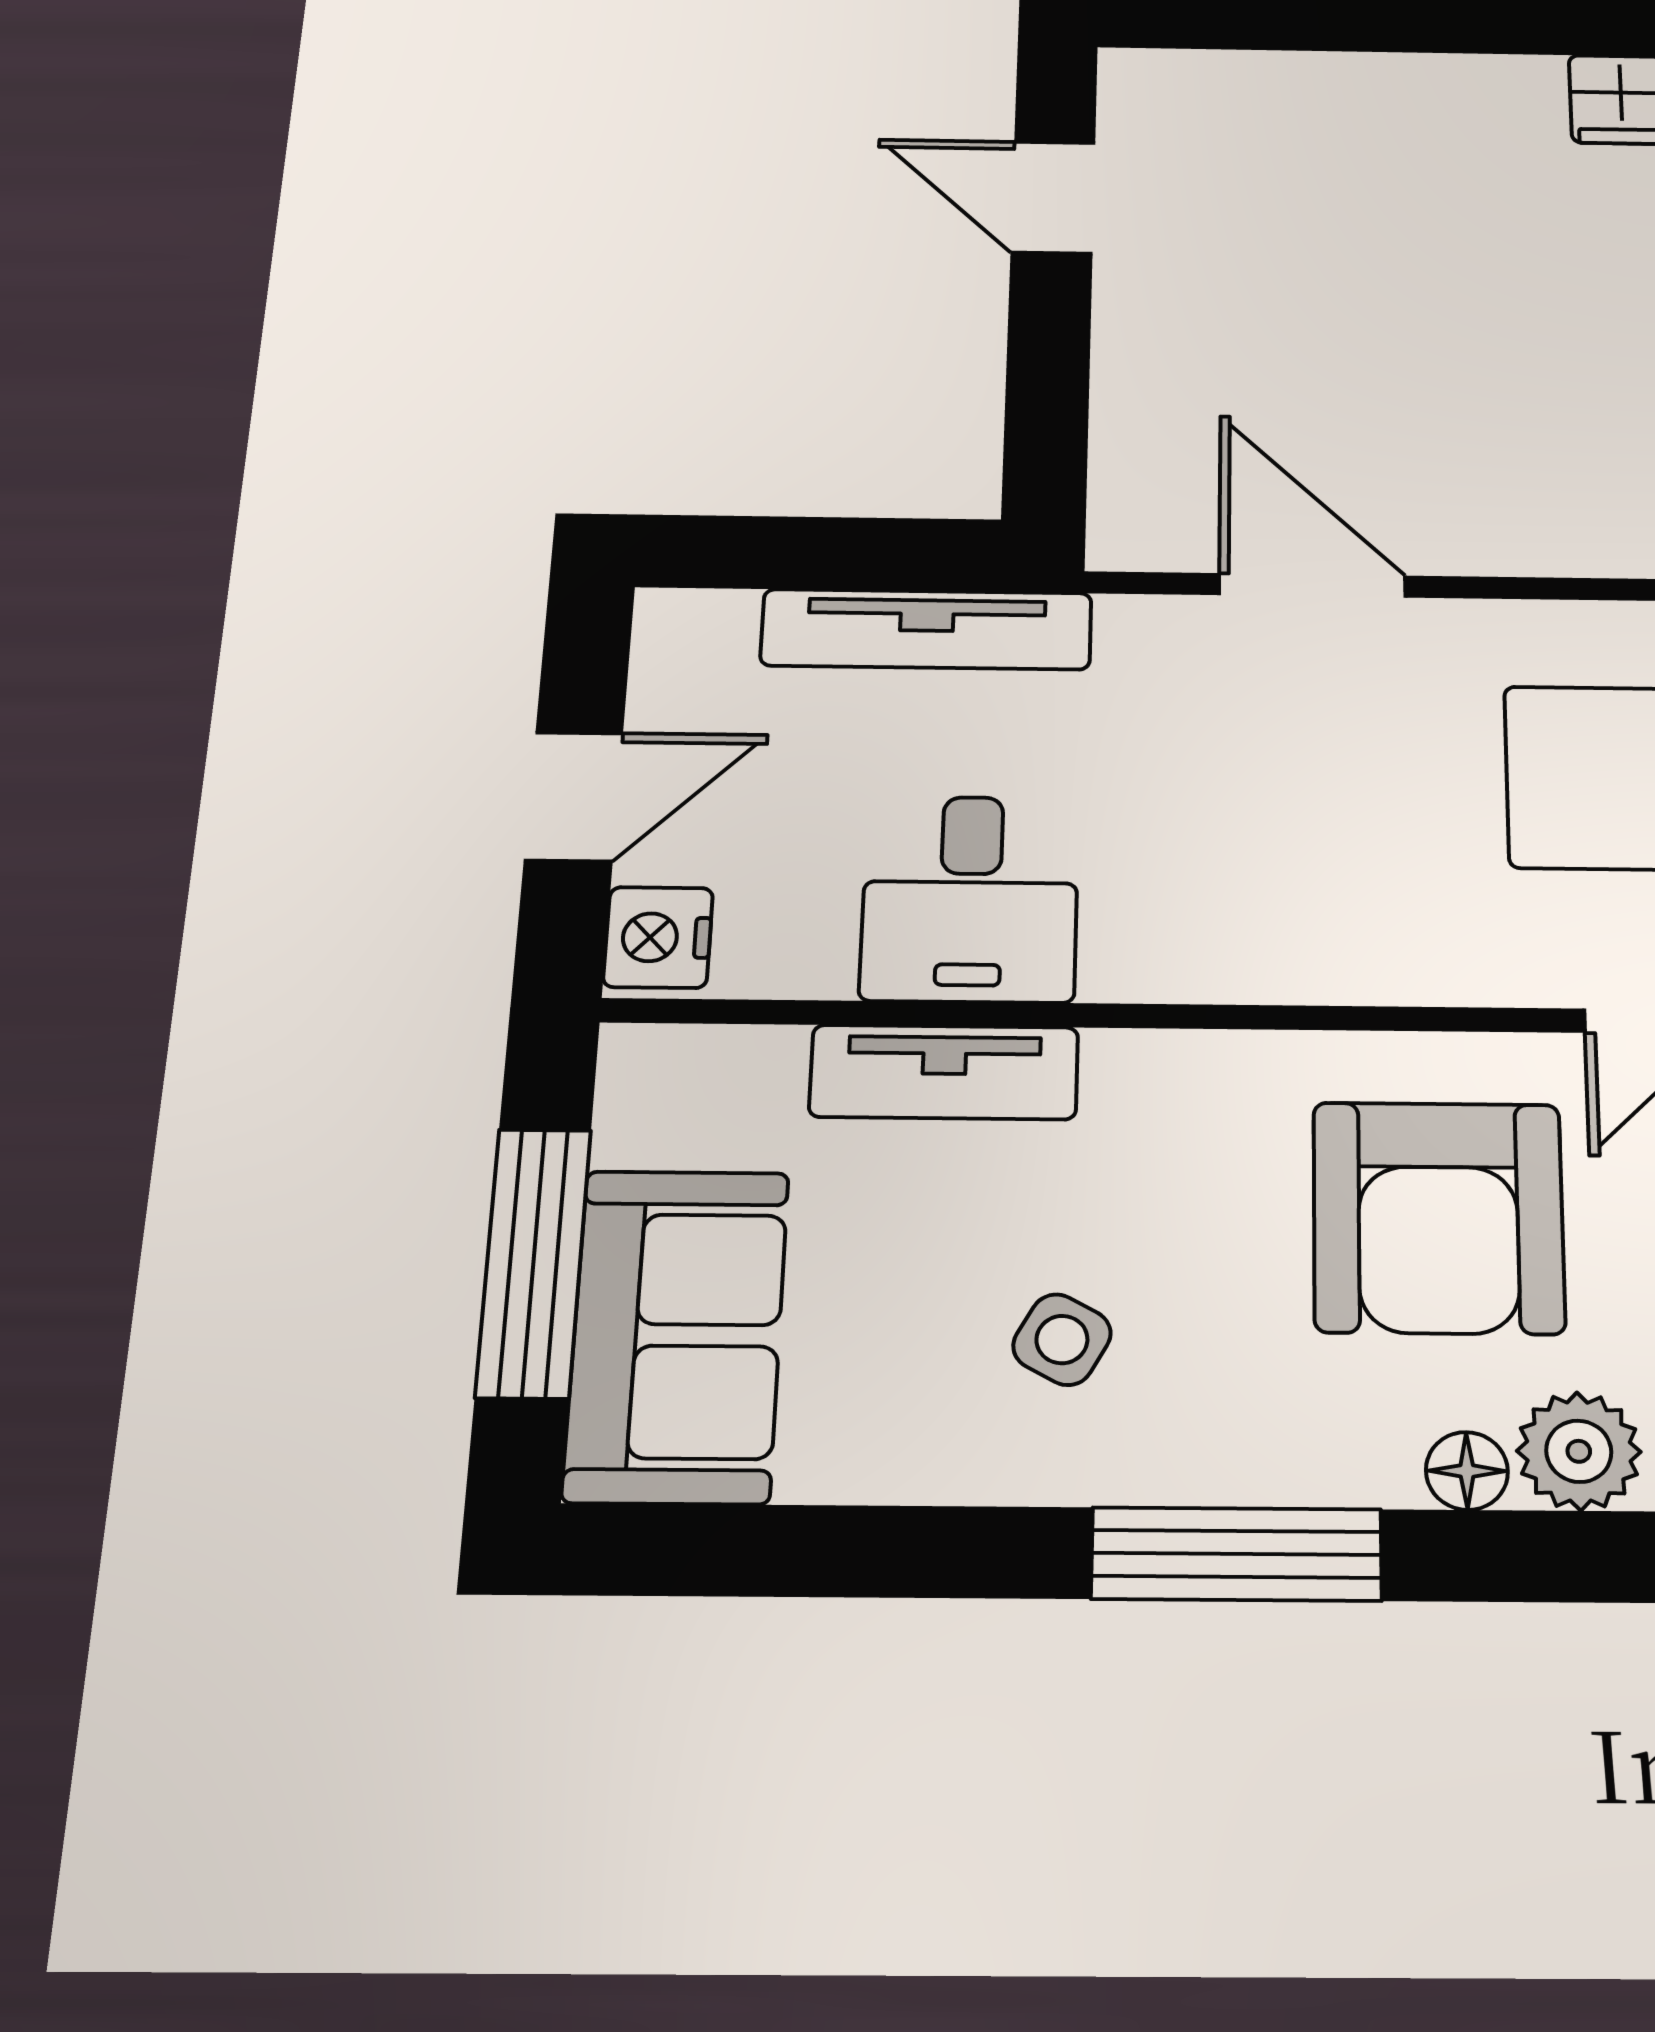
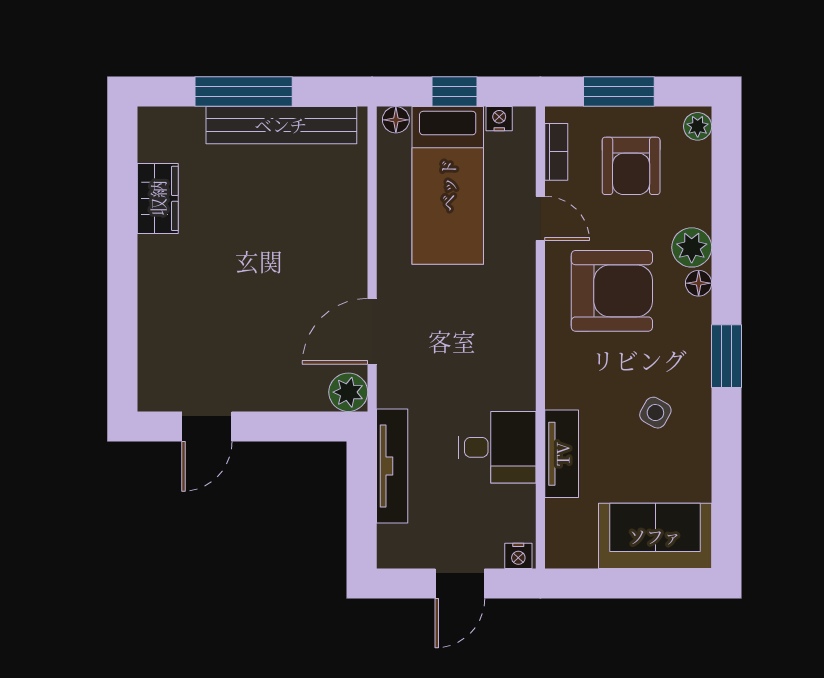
plant: (1140, 525) -> (348, 392), added
door: (574, 796) -> (460, 583), swing flipped
nightstand: (658, 937) -> (518, 556), width x0.72, depth x0.74
window: (534, 1262) -> (630, 583), removed
window: (1237, 1554) -> (727, 356), width x0.69

